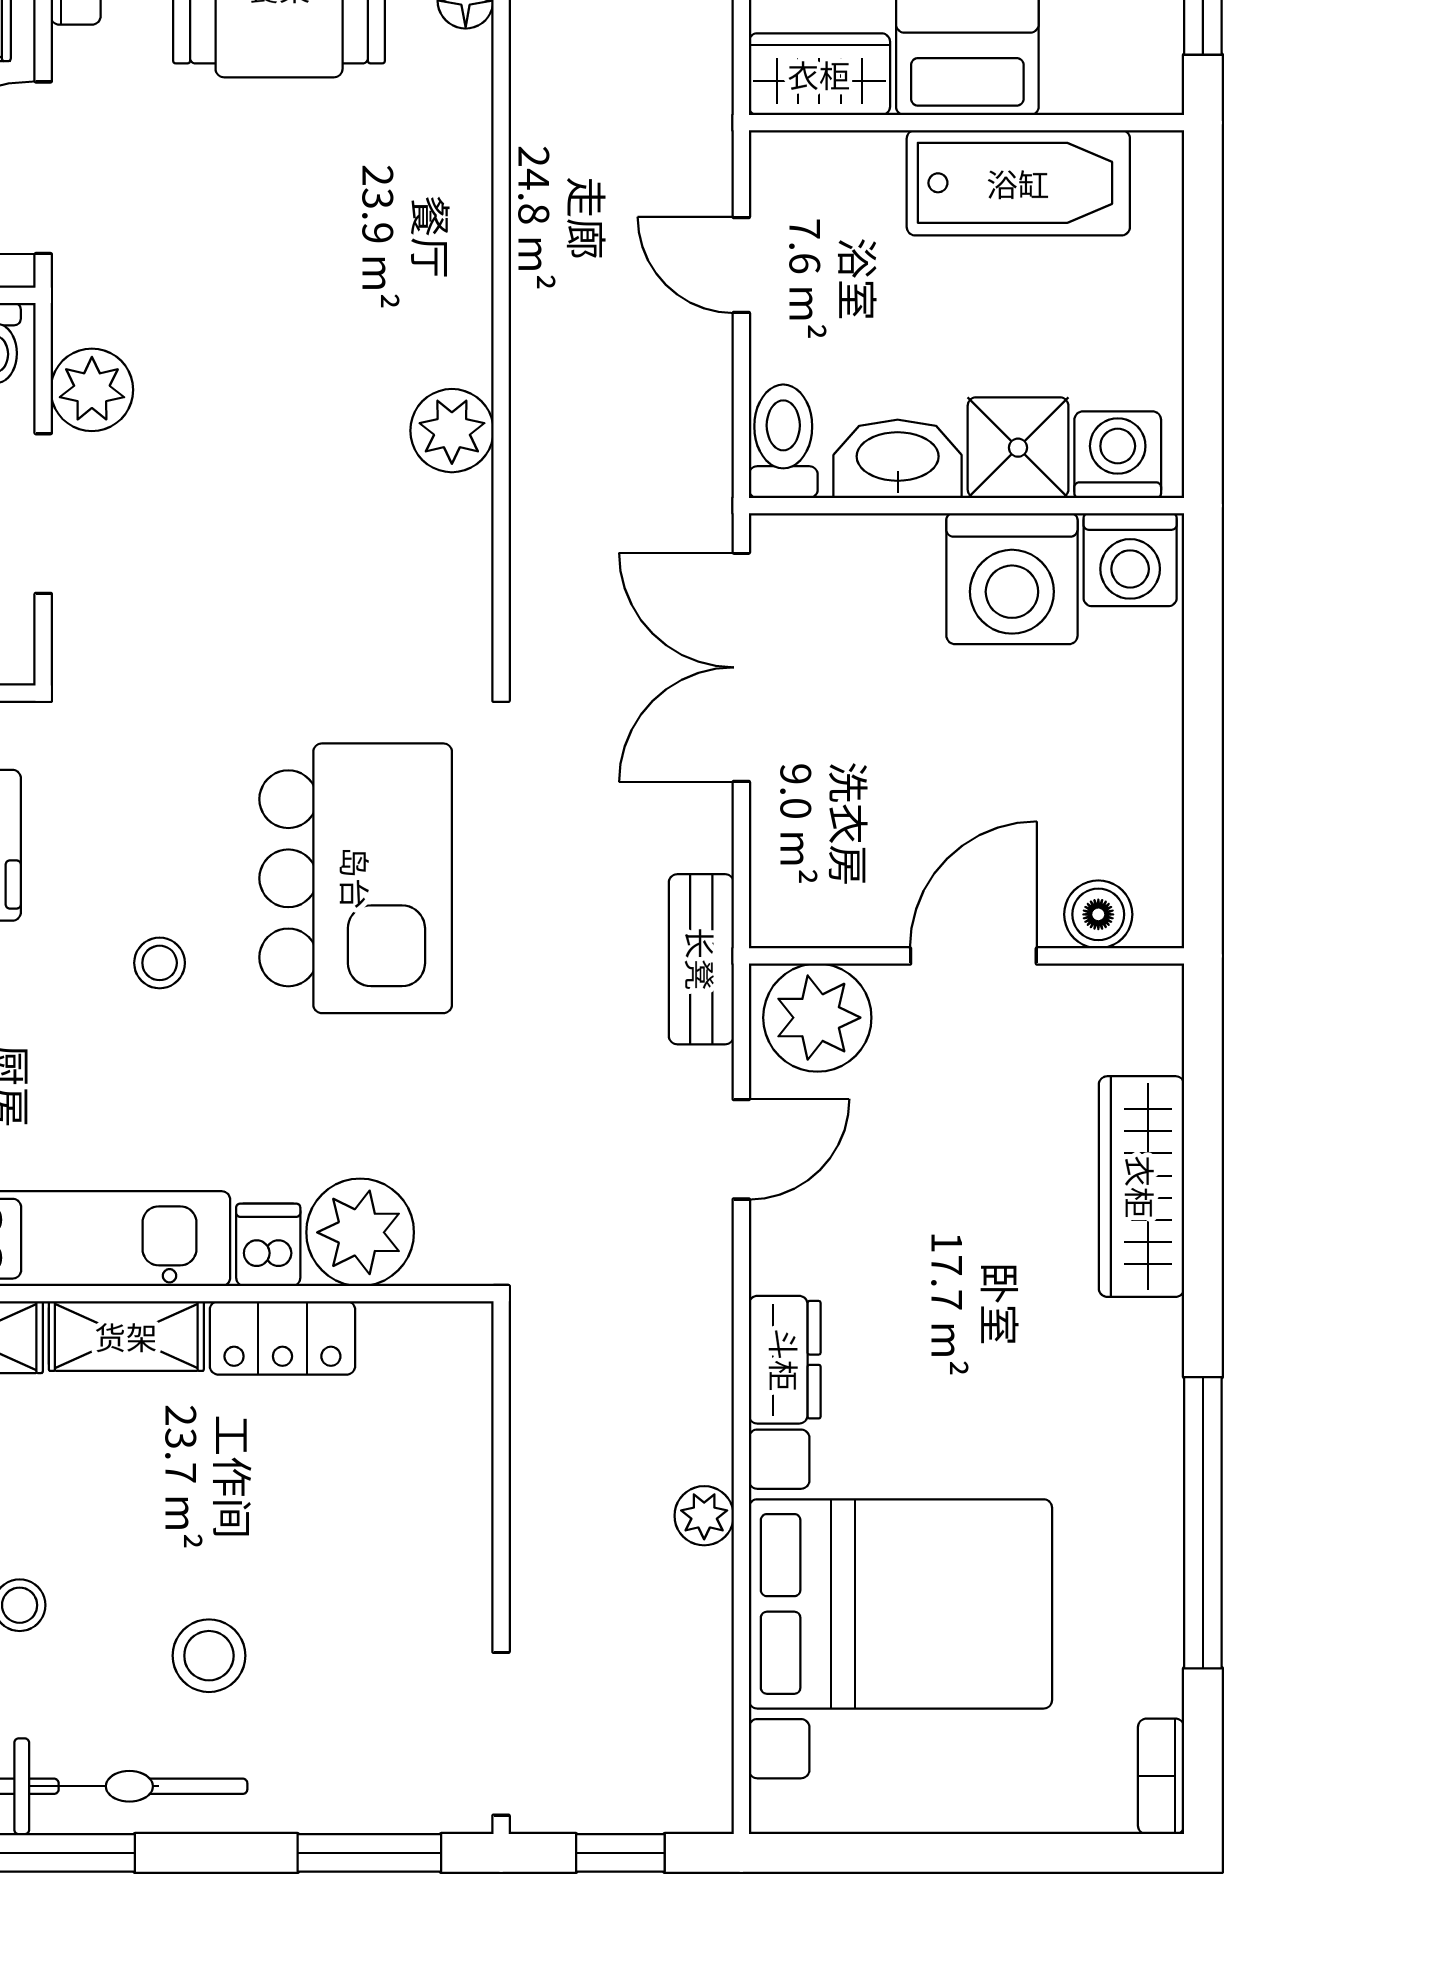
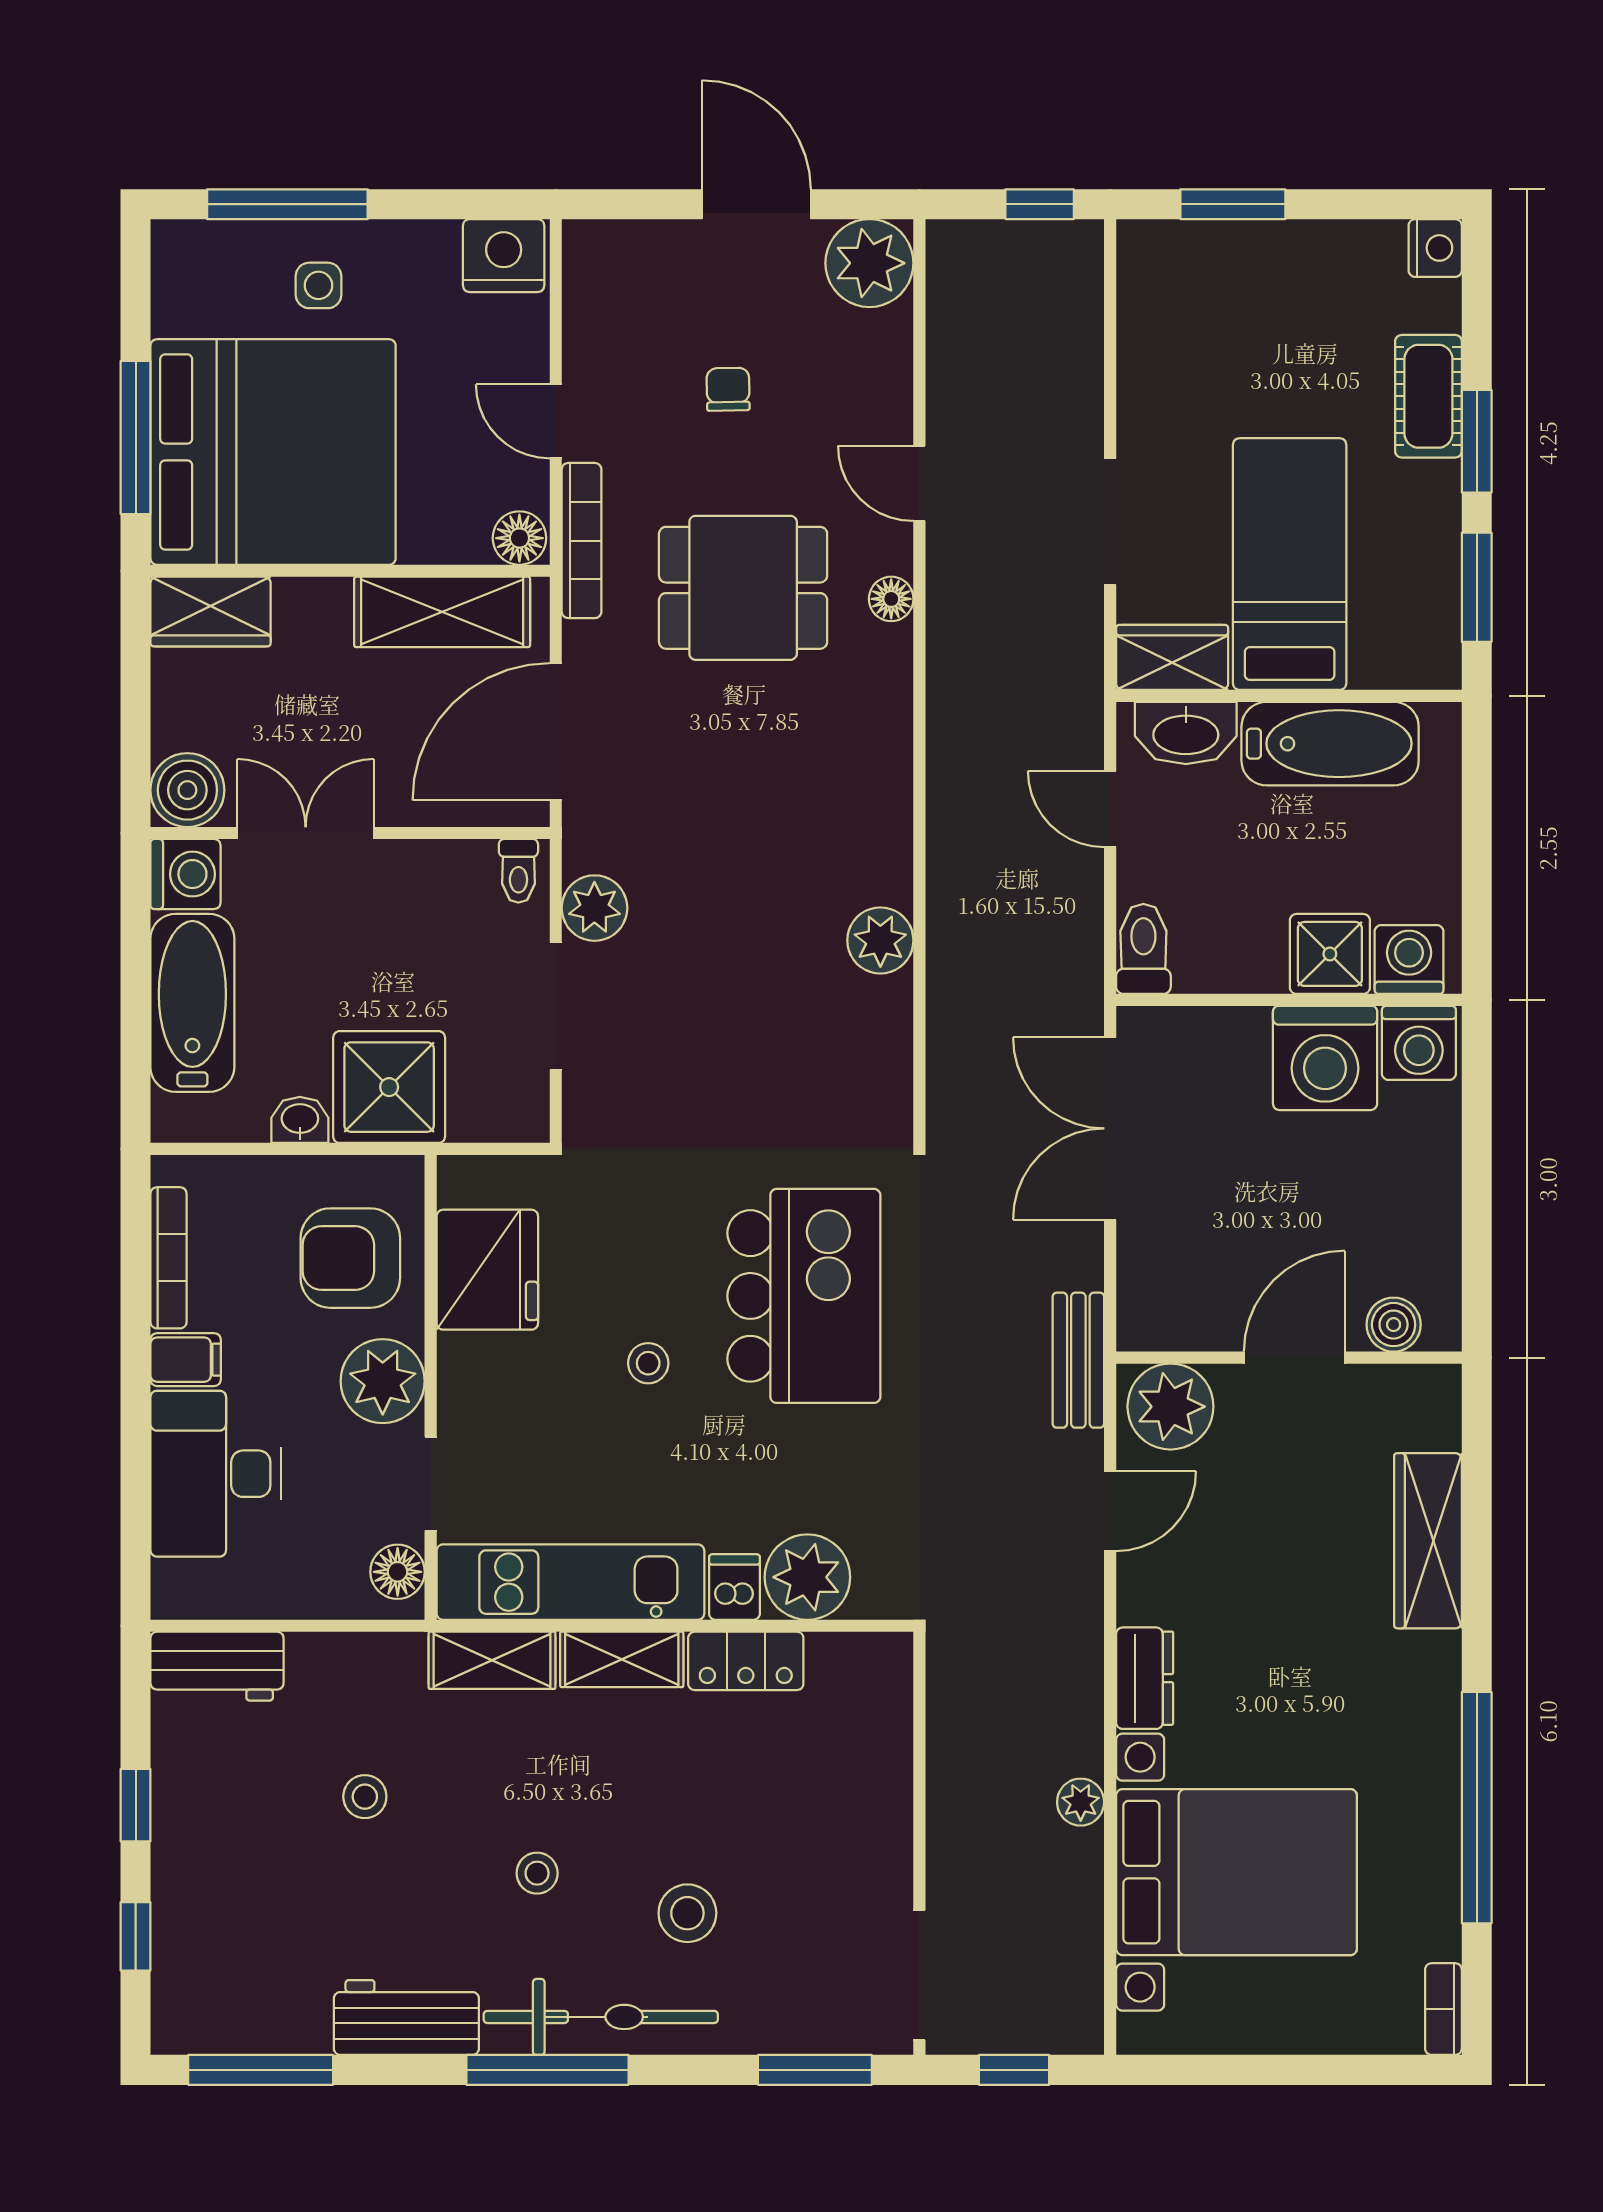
washbasin: (898, 459) -> (1186, 733), moved, turned 180

